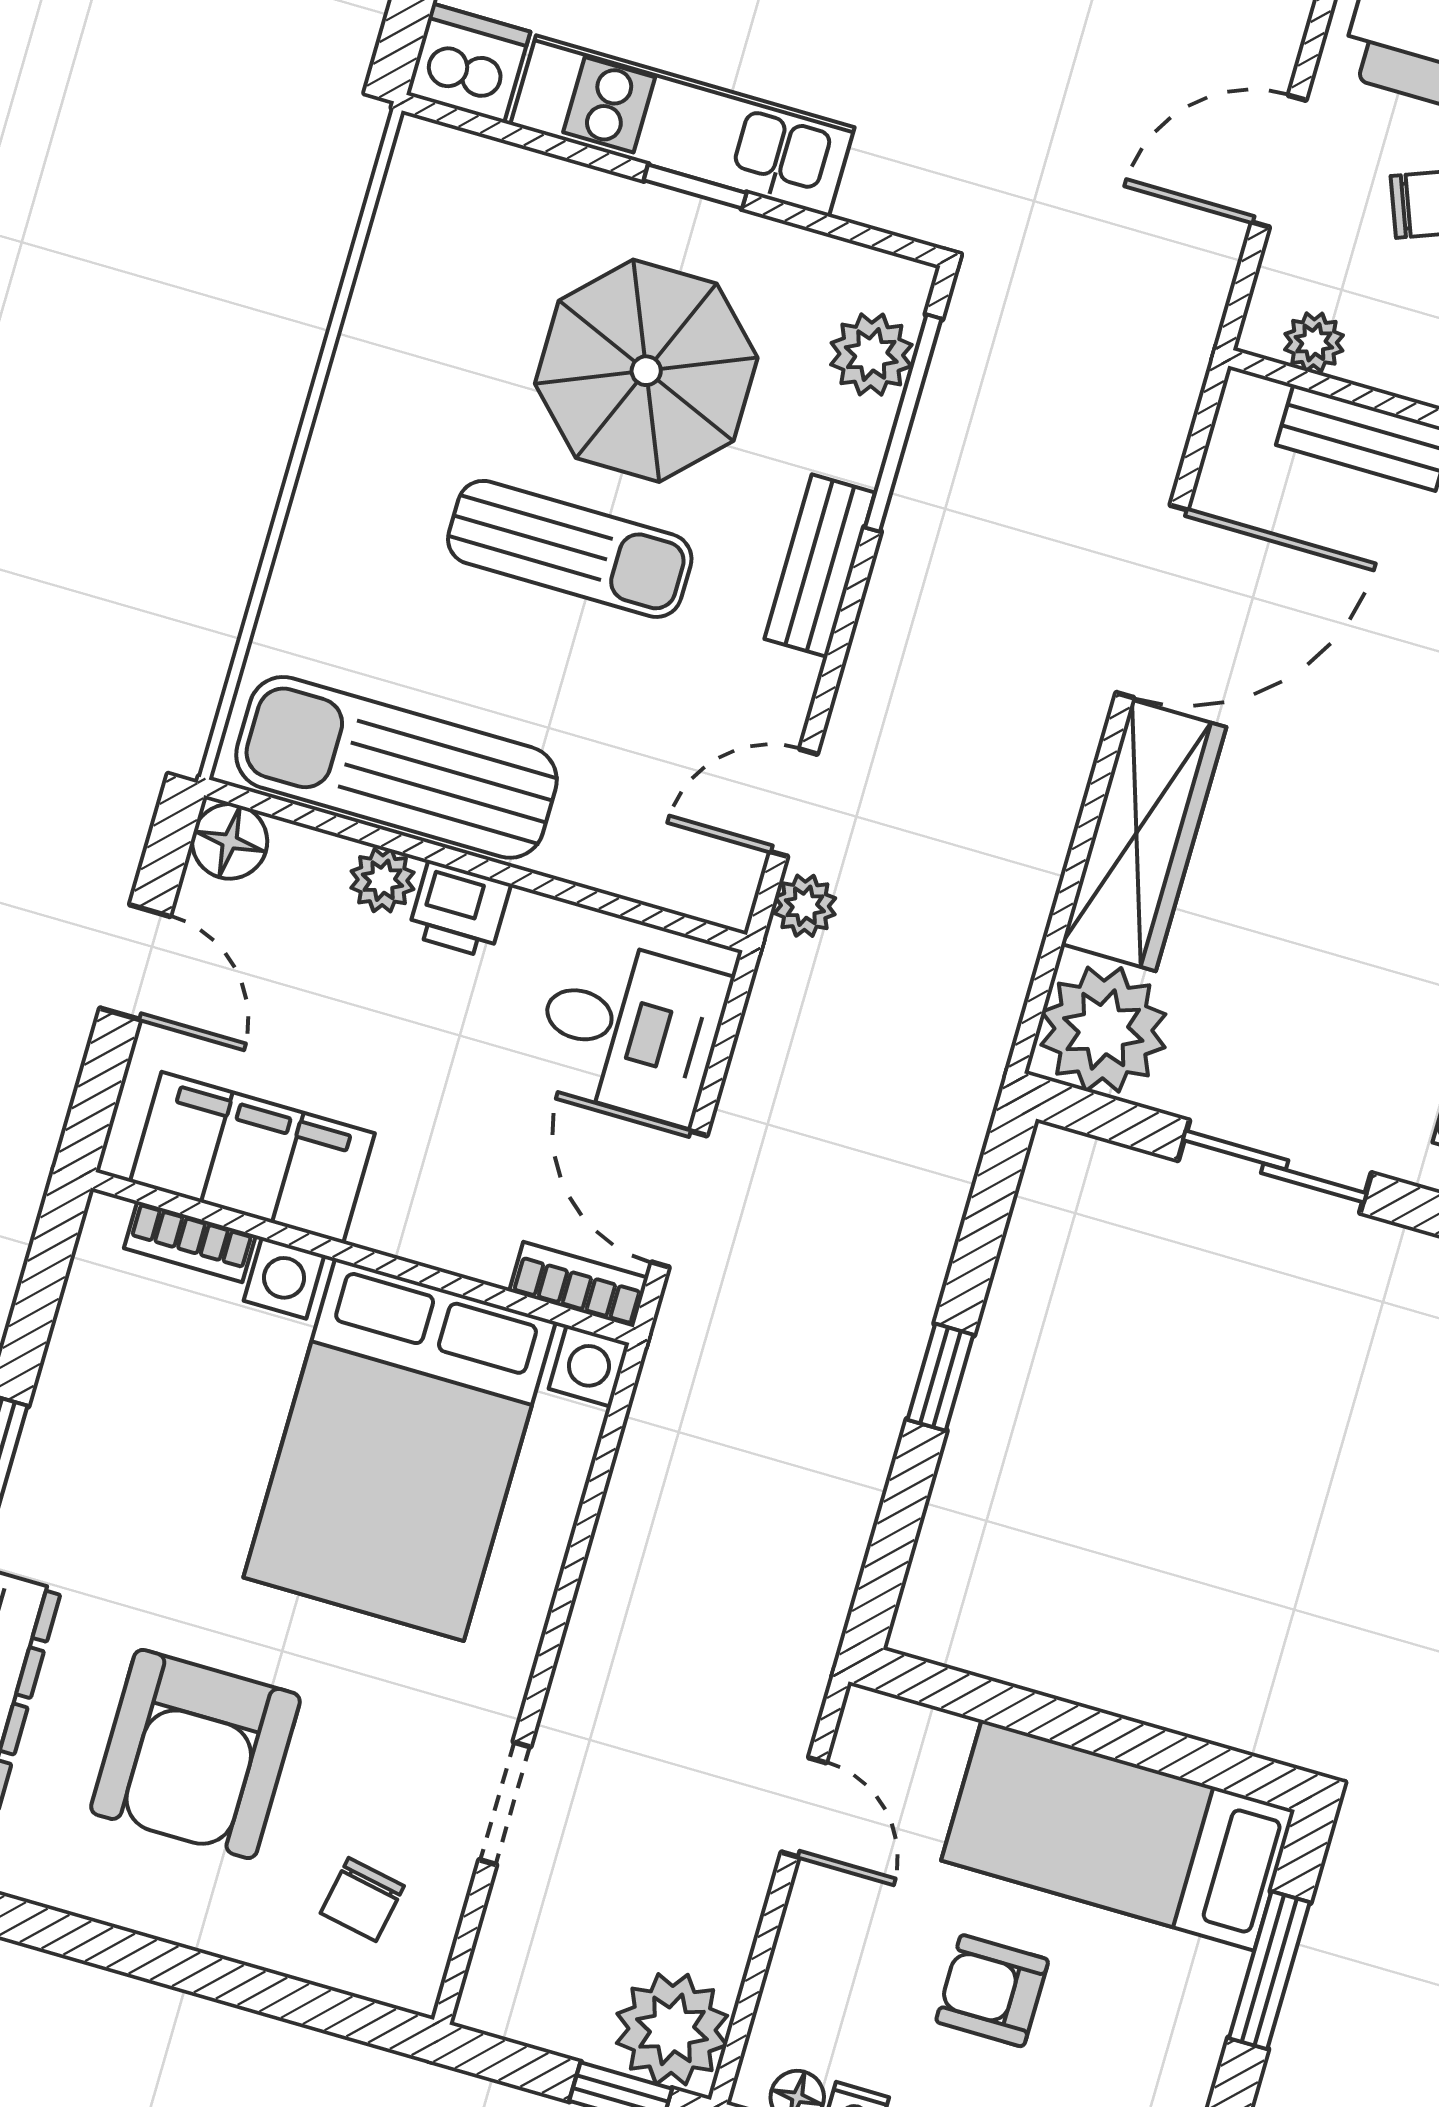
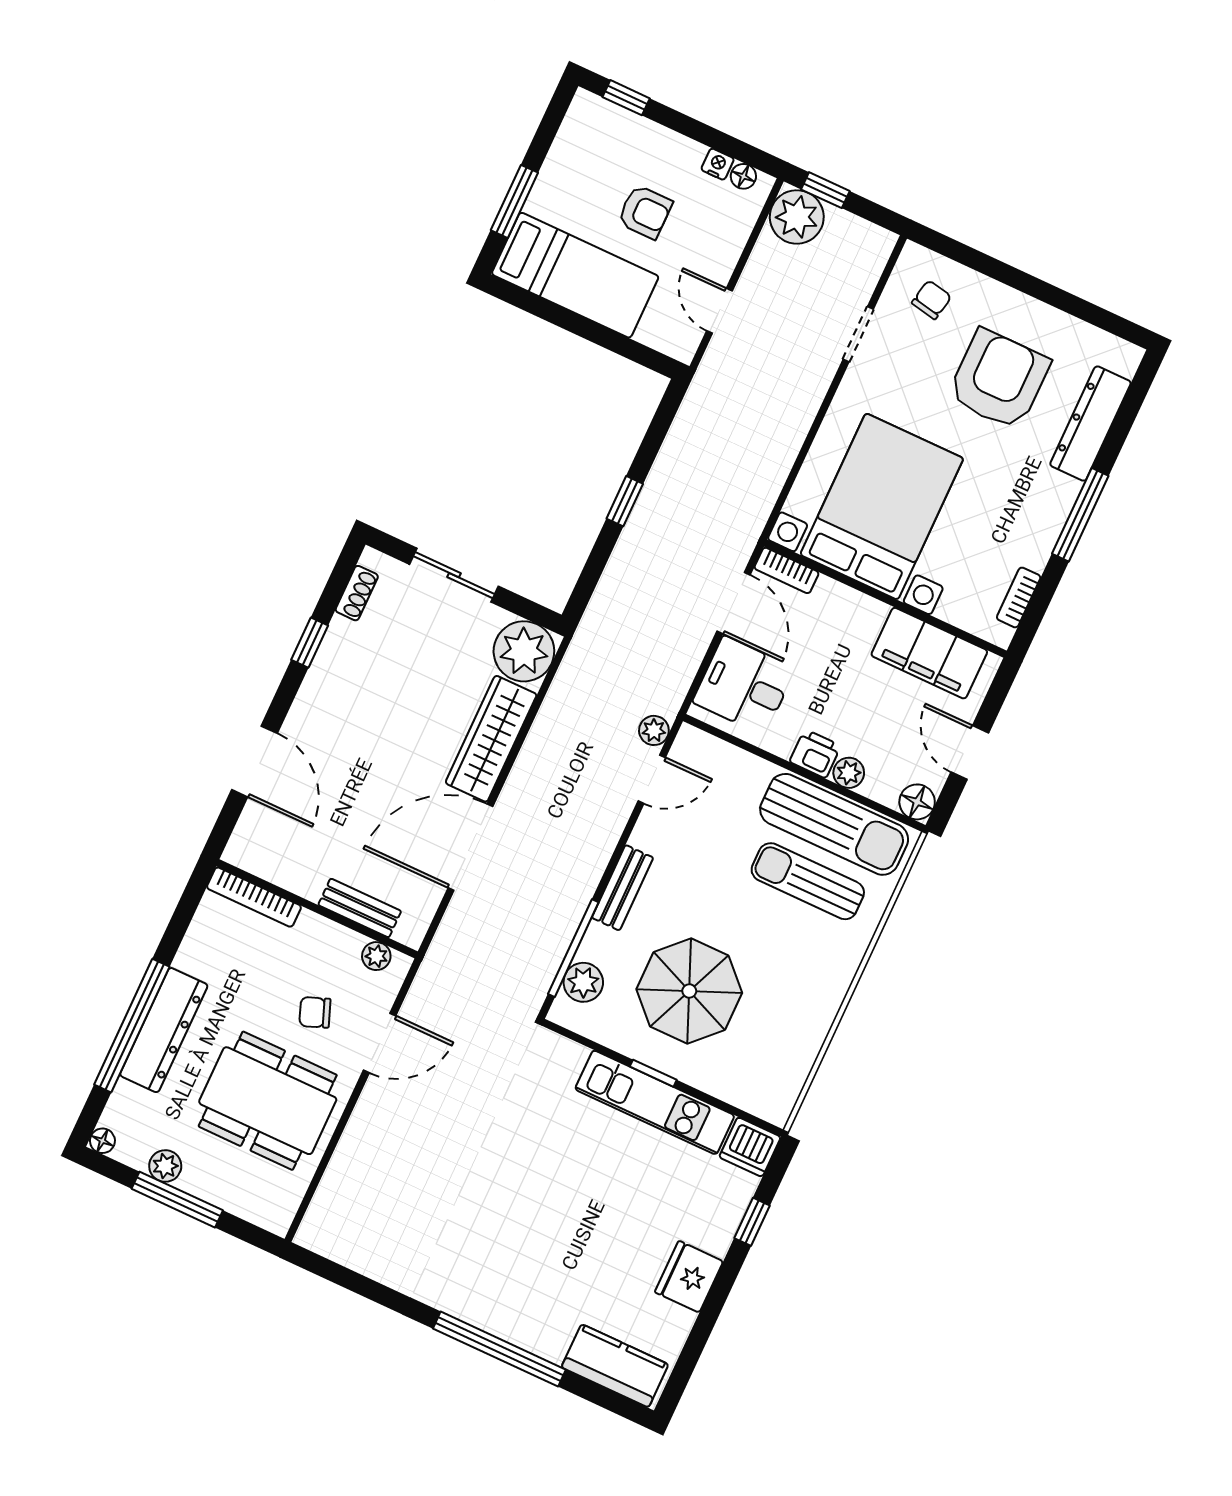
sun lounger: (570, 549) -> (808, 881), moved
bookcase: (190, 1242) -> (1019, 597), moved, turned -90

